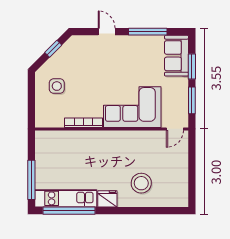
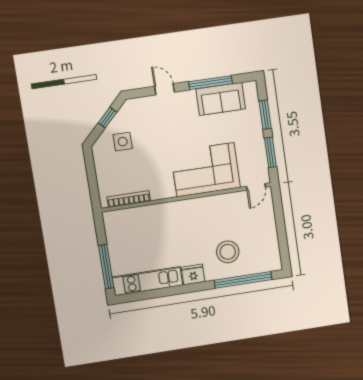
sofa: (176, 56) -> (221, 99), moved, turned -90
side table: (57, 86) -> (123, 142), moved
bookcase: (84, 123) -> (129, 199), moved
window: (69, 211) -> (243, 280), moved

